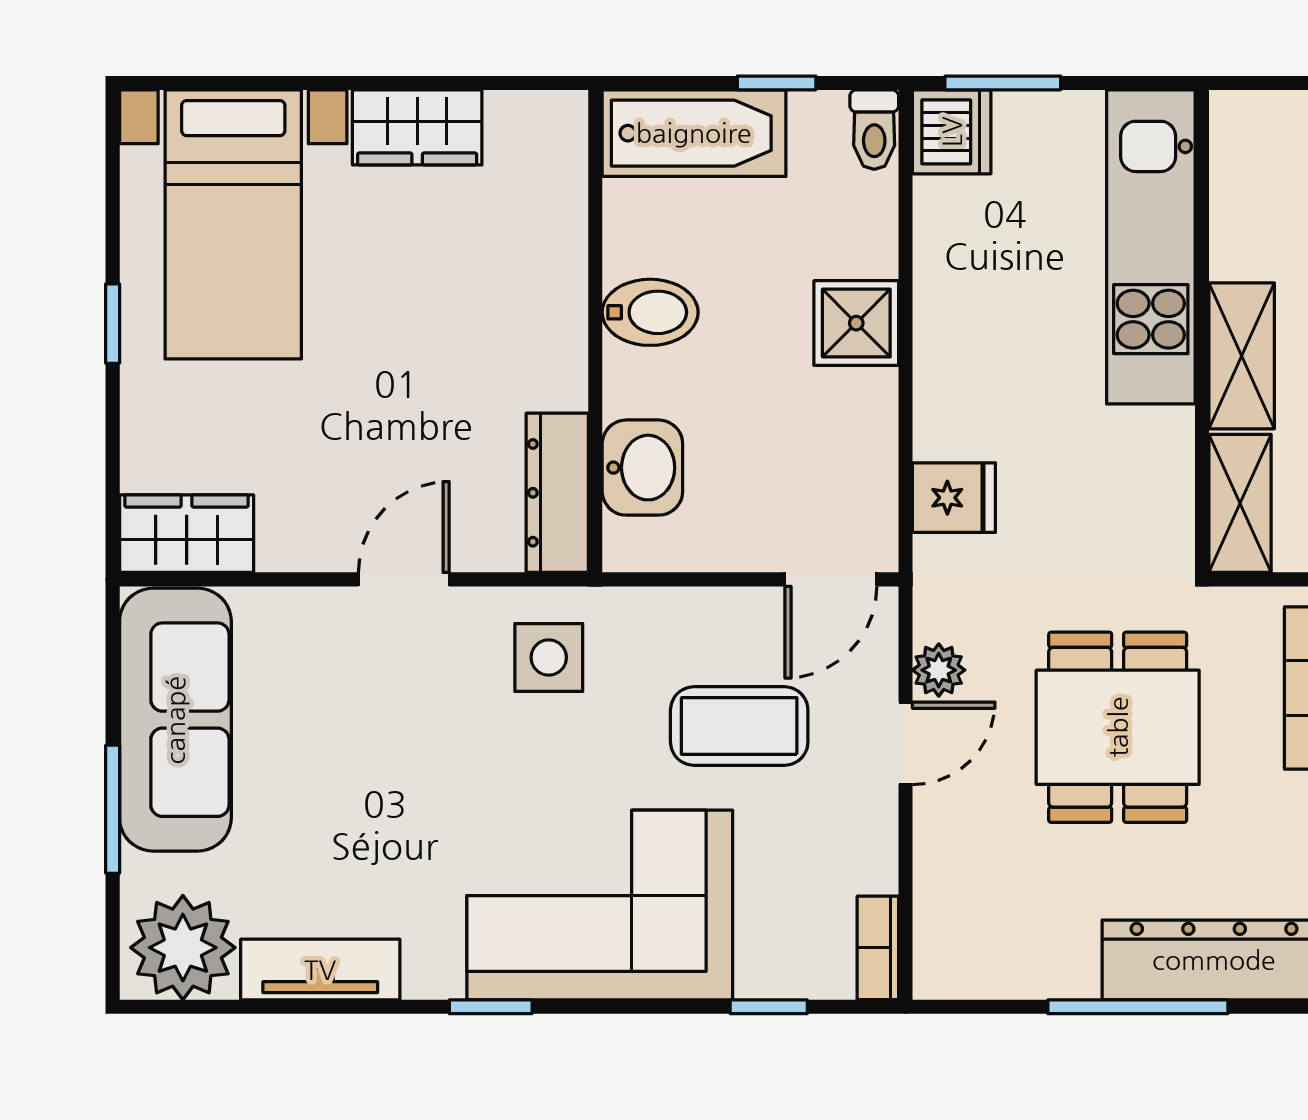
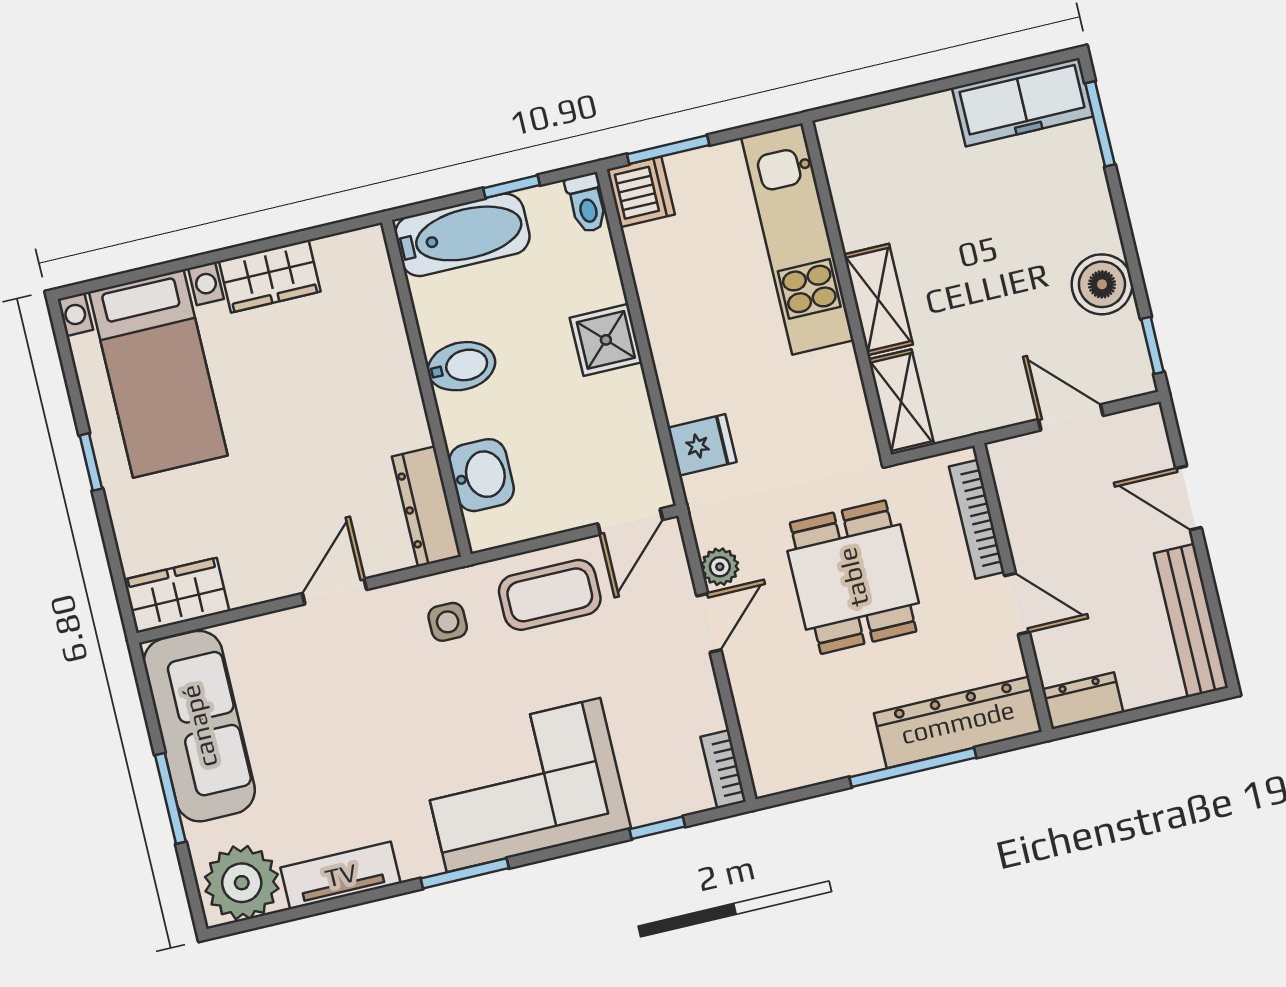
side table: (549, 657) -> (448, 622), width x0.73, depth x0.73
coffee table: (739, 726) -> (550, 595), moved
window: (491, 1007) -> (465, 873), width x1.50

